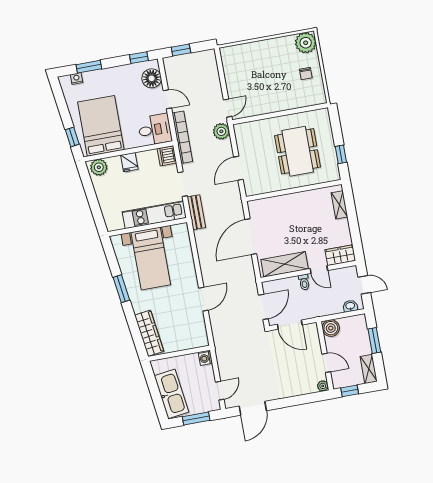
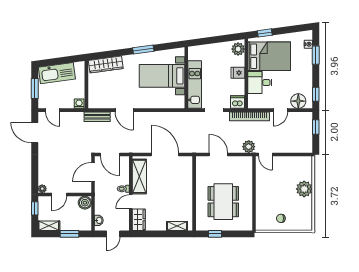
plant: (306, 43) -> (304, 189), moved
desk: (155, 130) -> (260, 83), moved, turned 90
dining table: (298, 151) -> (223, 202), turned 90
bench: (196, 212) -> (97, 117), moved

